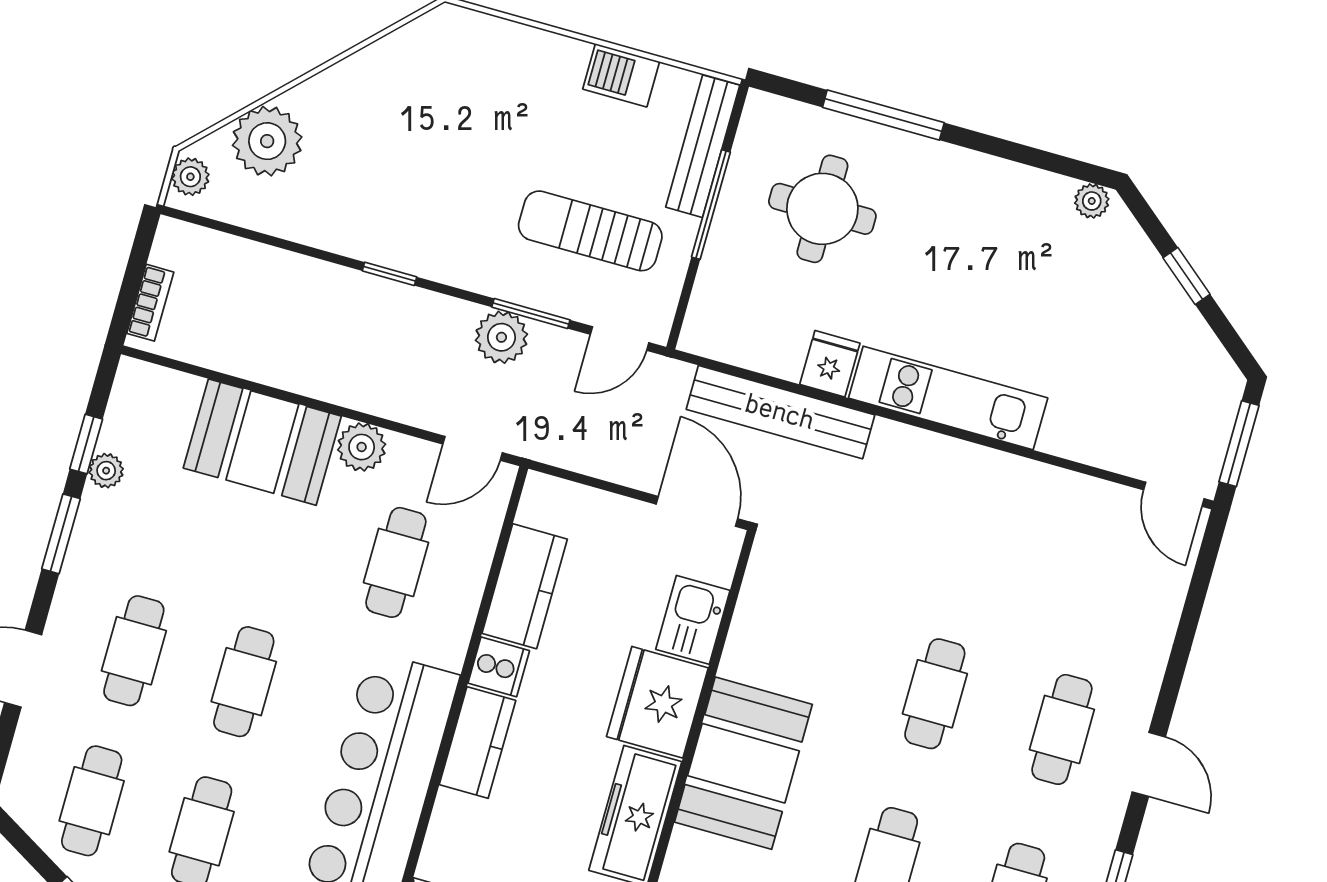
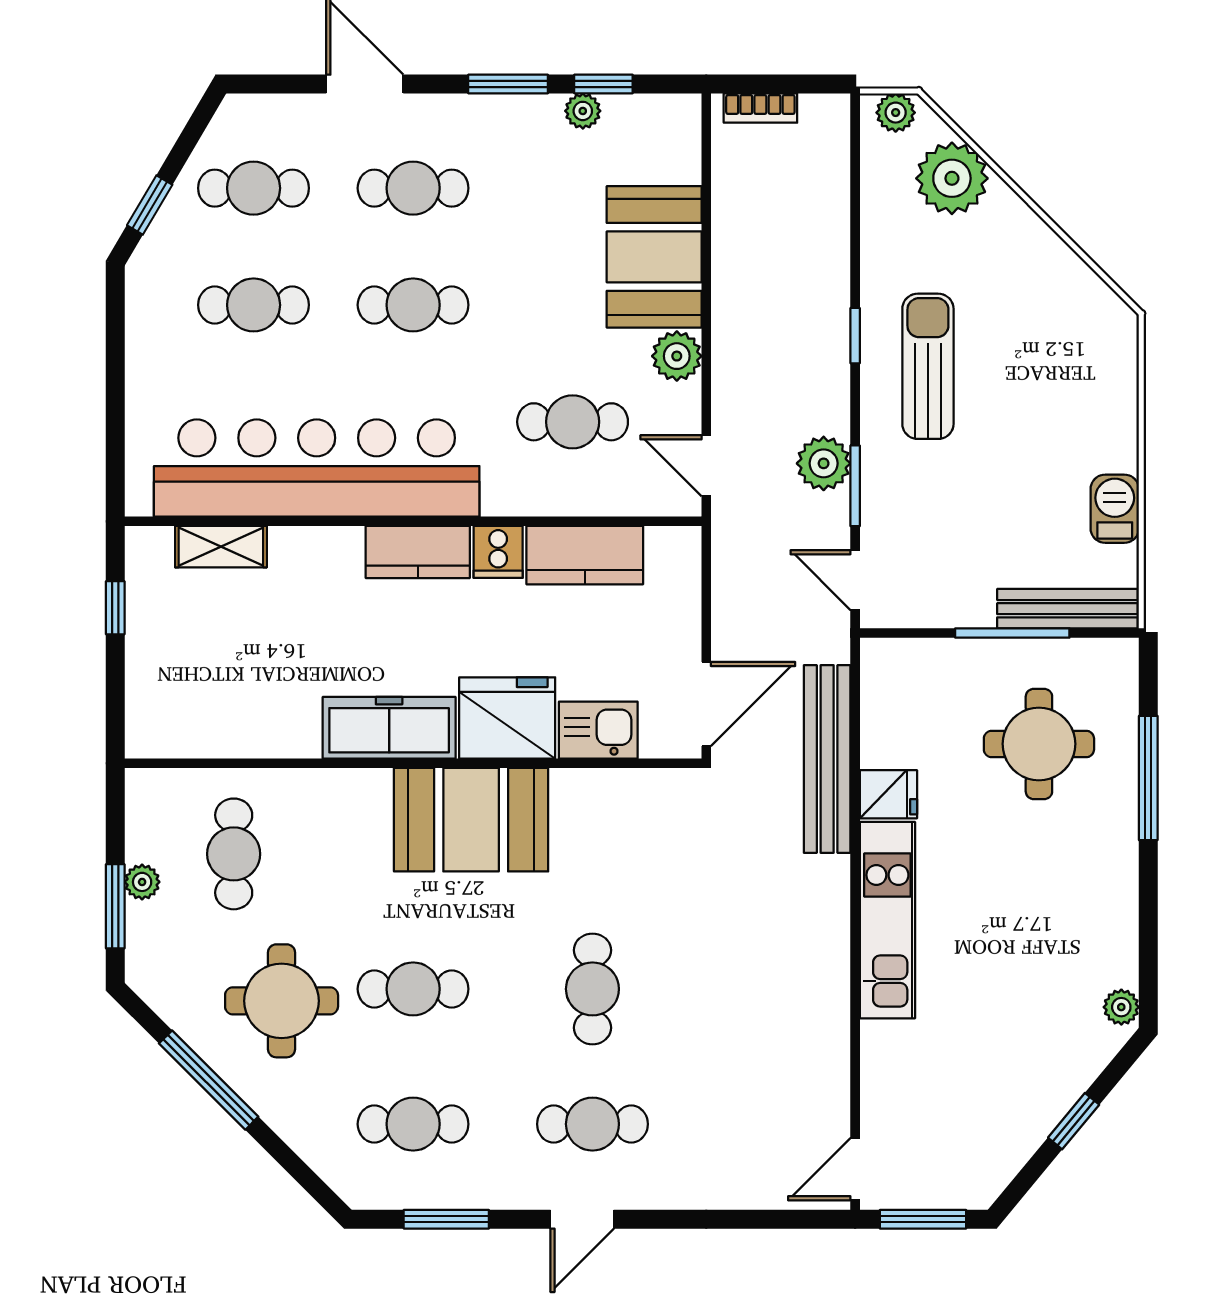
sun lounger: (590, 231) -> (928, 366), moved
cafe table: (935, 694) -> (592, 989), turned 90

